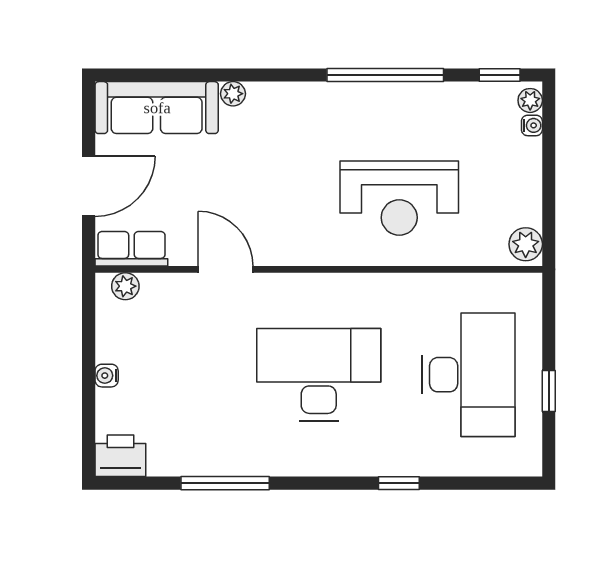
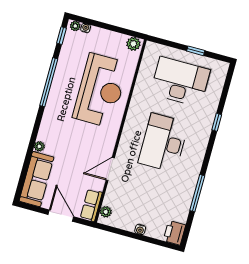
reception desk: (399, 198) -> (100, 90), width x1.36, depth x1.30

